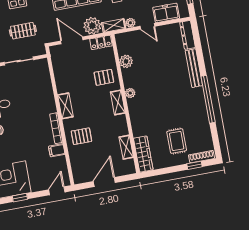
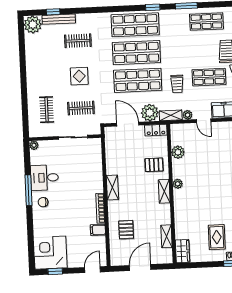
pallet: (81, 136) -> (126, 230), moved, turned 90
wardrobe: (143, 154) -> (183, 251), width x0.67

